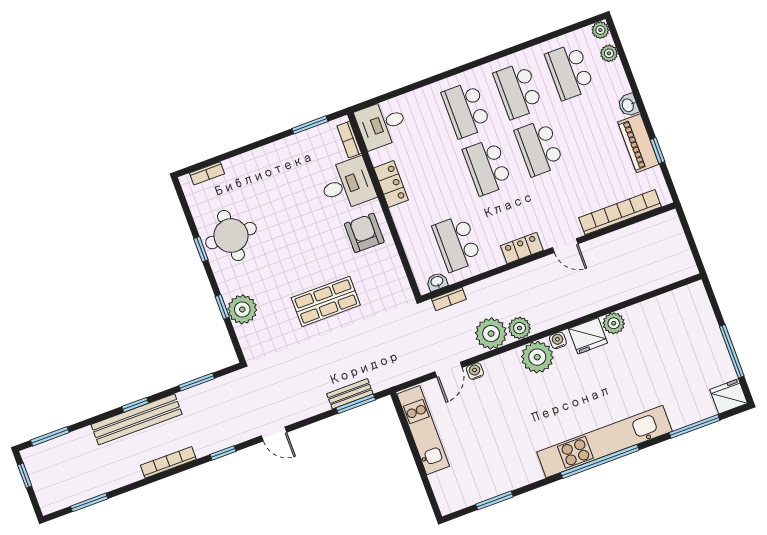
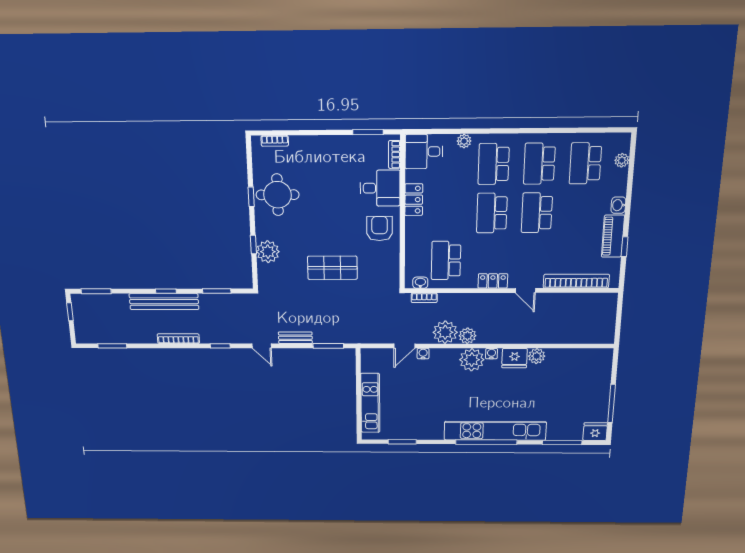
plant: (600, 30) -> (464, 141), moved
bench: (350, 394) -> (295, 338), moved
kitchen unit: (423, 430) -> (370, 403), moved

